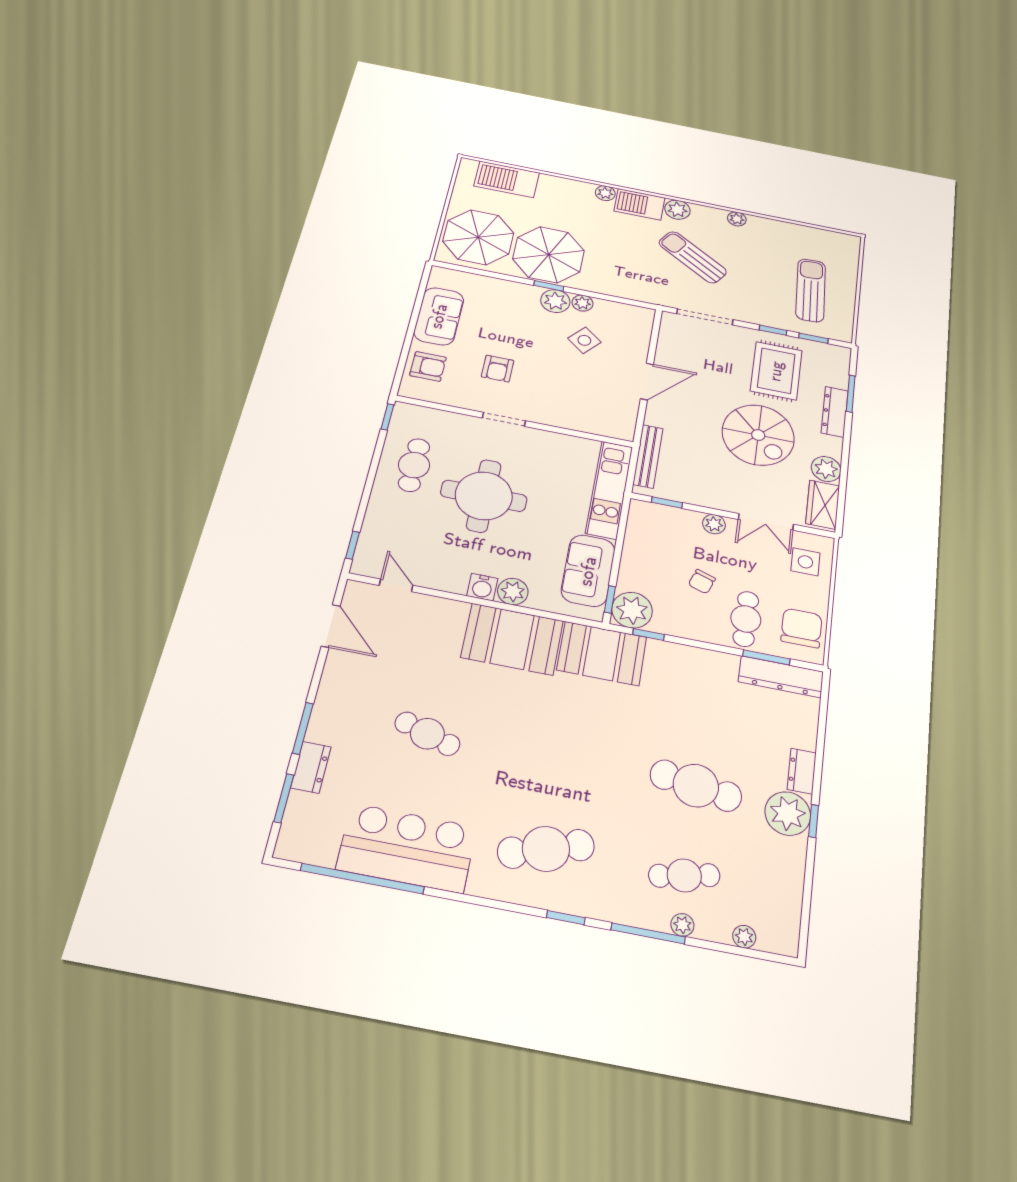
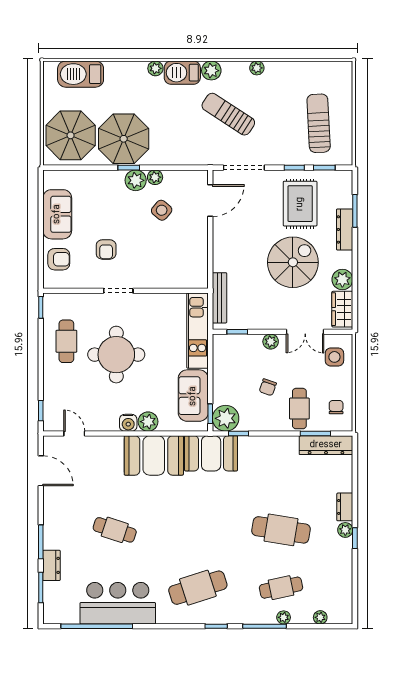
door: (647, 382) -> (210, 201), moved
spiral stairs: (758, 435) -> (293, 262), turned -90
chair: (801, 628) -> (336, 407), width x0.54, depth x0.54
plant: (788, 814) -> (345, 530), width x0.53, depth x0.53

